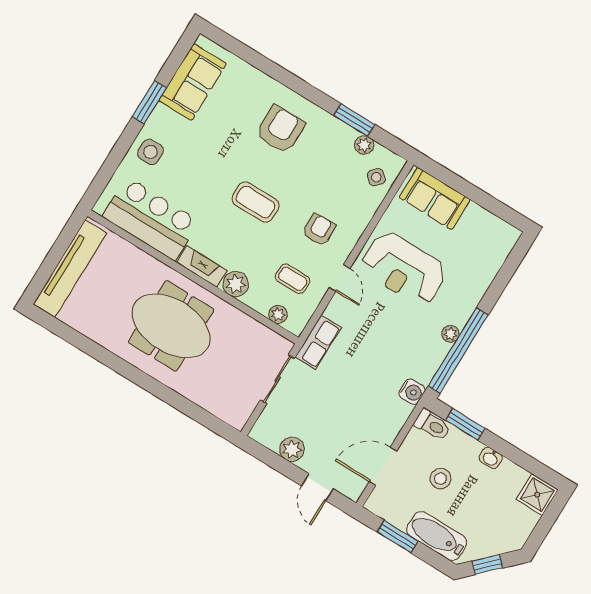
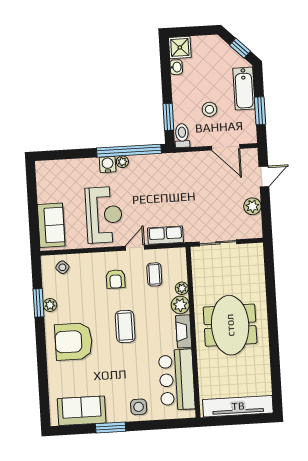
armchair: (280, 129) -> (74, 341), width x1.36, depth x1.36
plant: (364, 145) -> (50, 305), moved
armchair: (319, 230) -> (116, 279), turned -88
plant: (278, 314) -> (182, 288), moved
row of seats: (318, 342) -> (165, 235), moved
water cooler: (412, 392) -> (108, 164), moved
washbasin: (491, 458) -> (176, 67), moved

